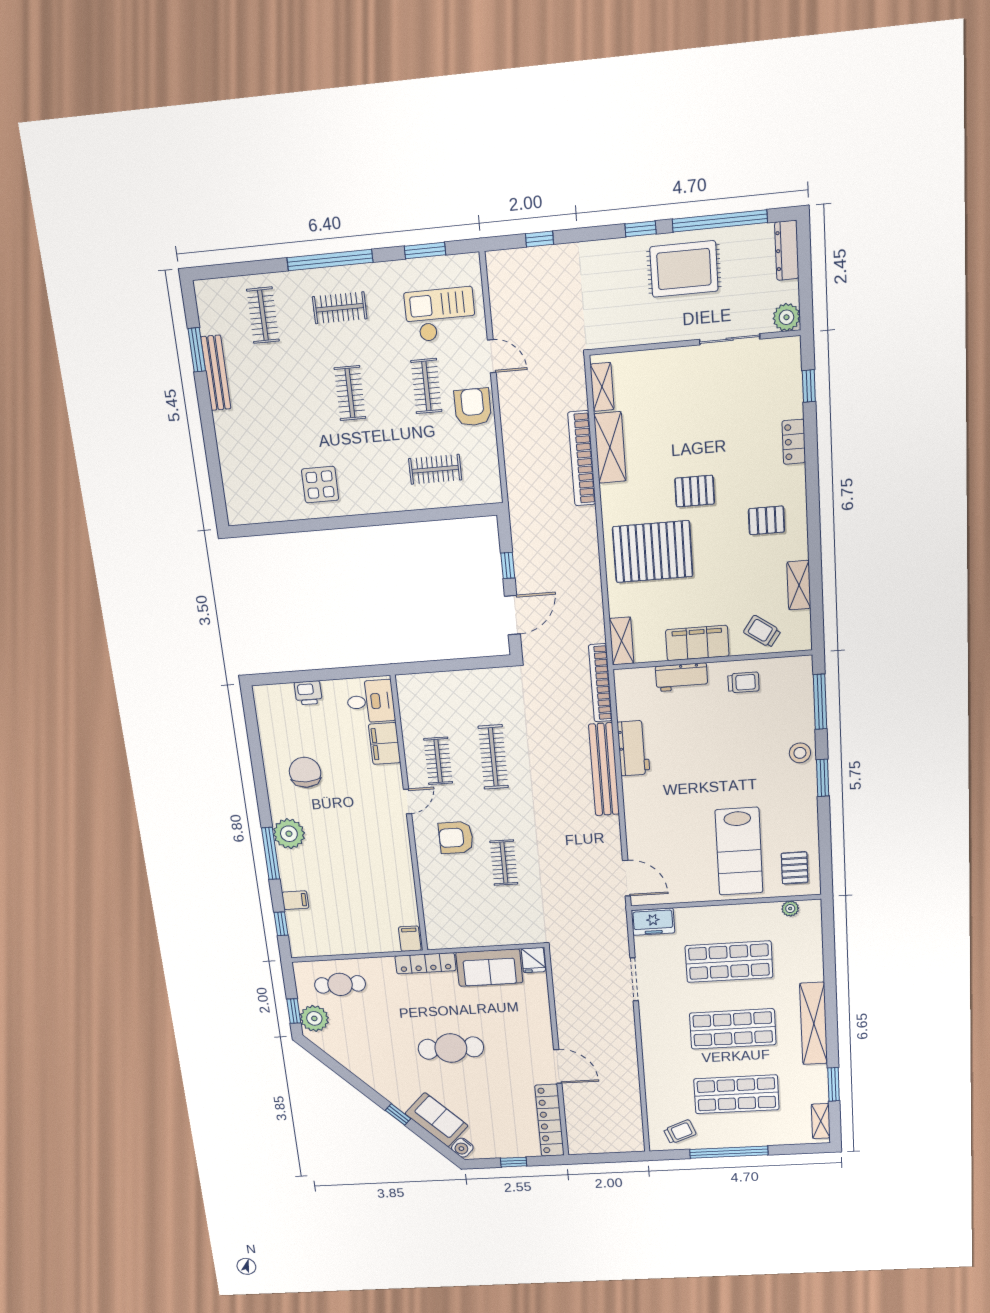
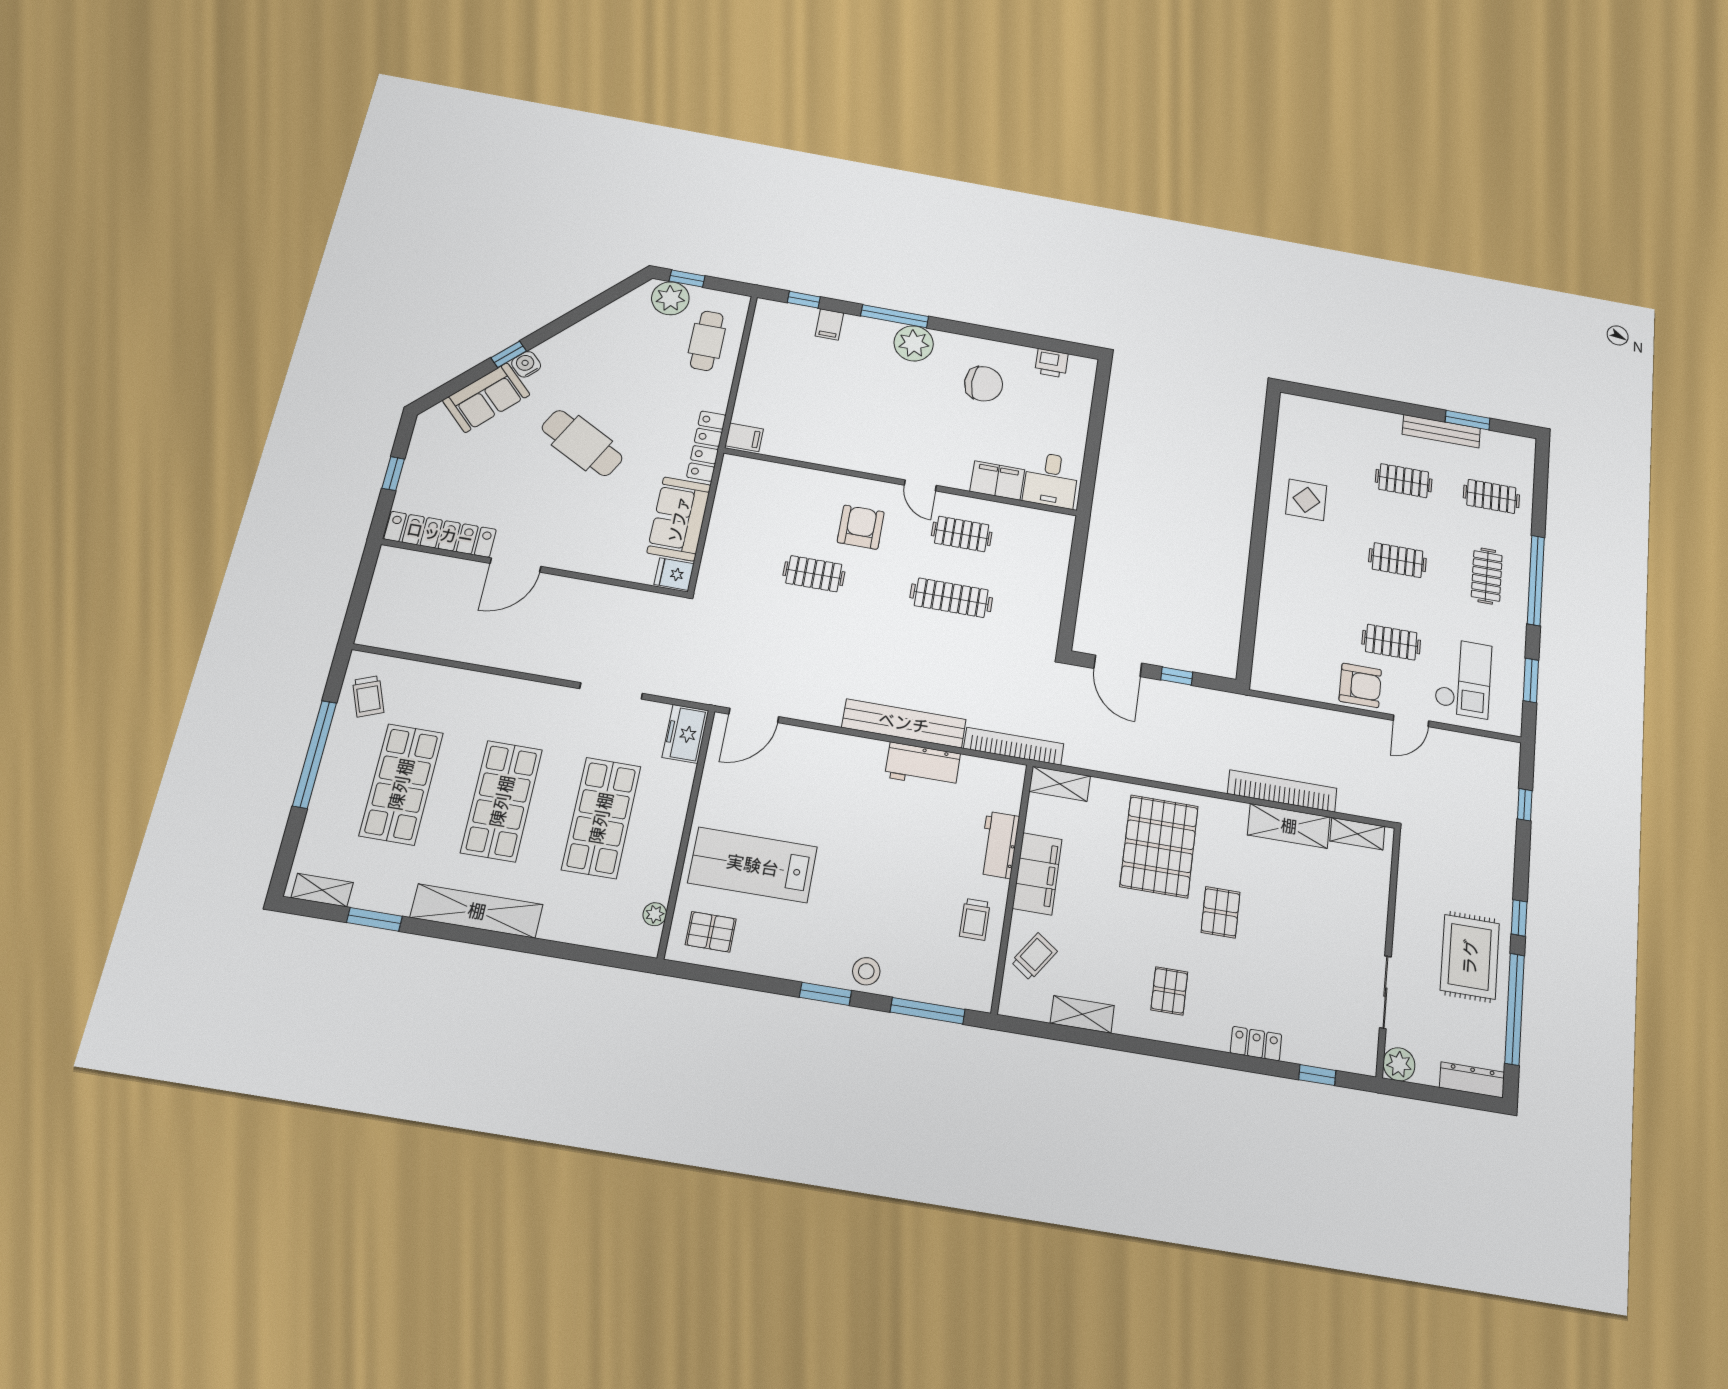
clothes rail: (435, 469) -> (1404, 481), moved, turned 90
printer: (308, 693) -> (1051, 363), moved, turned -90
cafe table: (451, 1048) -> (582, 443), turned -62
water cooler: (462, 1148) -> (526, 364), moved

